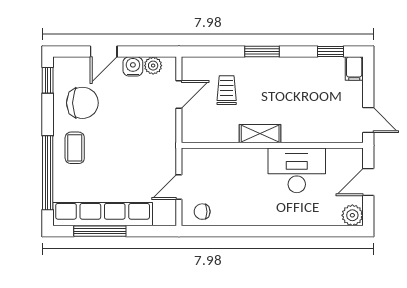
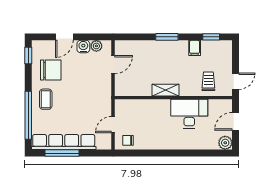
filing cabinet: (354, 69) -> (195, 48), moved
trolley: (227, 90) -> (208, 81), moved
door: (368, 120) -> (235, 81), hinge flipped

